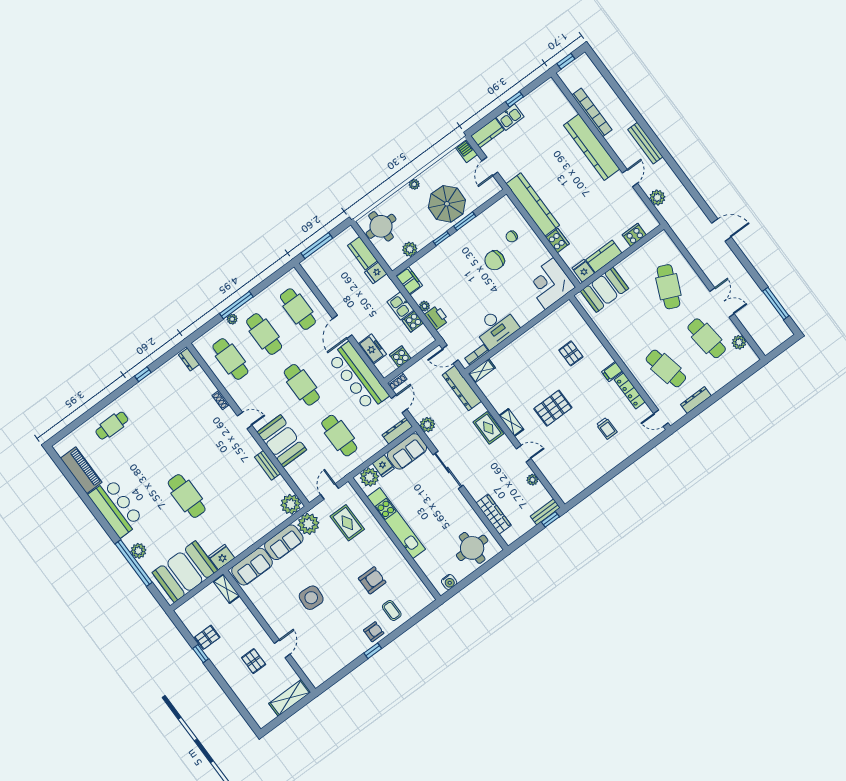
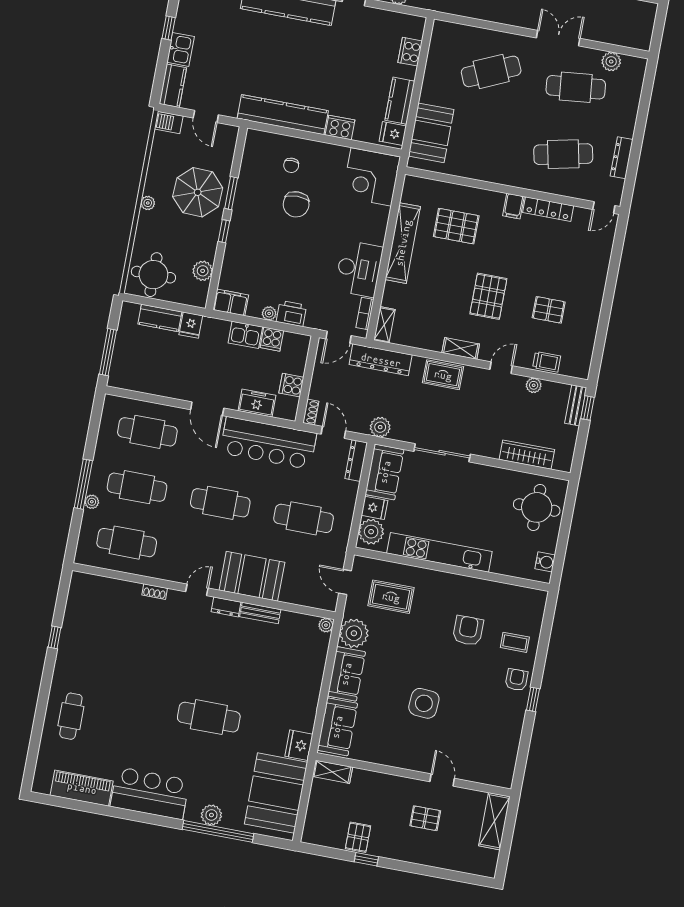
cafe table: (668, 287) -> (491, 71), turned -48
shelving: (533, 336) -> (403, 243), added
pallet: (571, 353) -> (456, 226), width x1.50, depth x1.42
dresser: (189, 360) -> (226, 607), moved
trolley: (607, 428) -> (547, 362), moved
pallet: (579, 446) -> (549, 310), added
plant: (291, 504) -> (326, 625), width x0.53, depth x0.53

